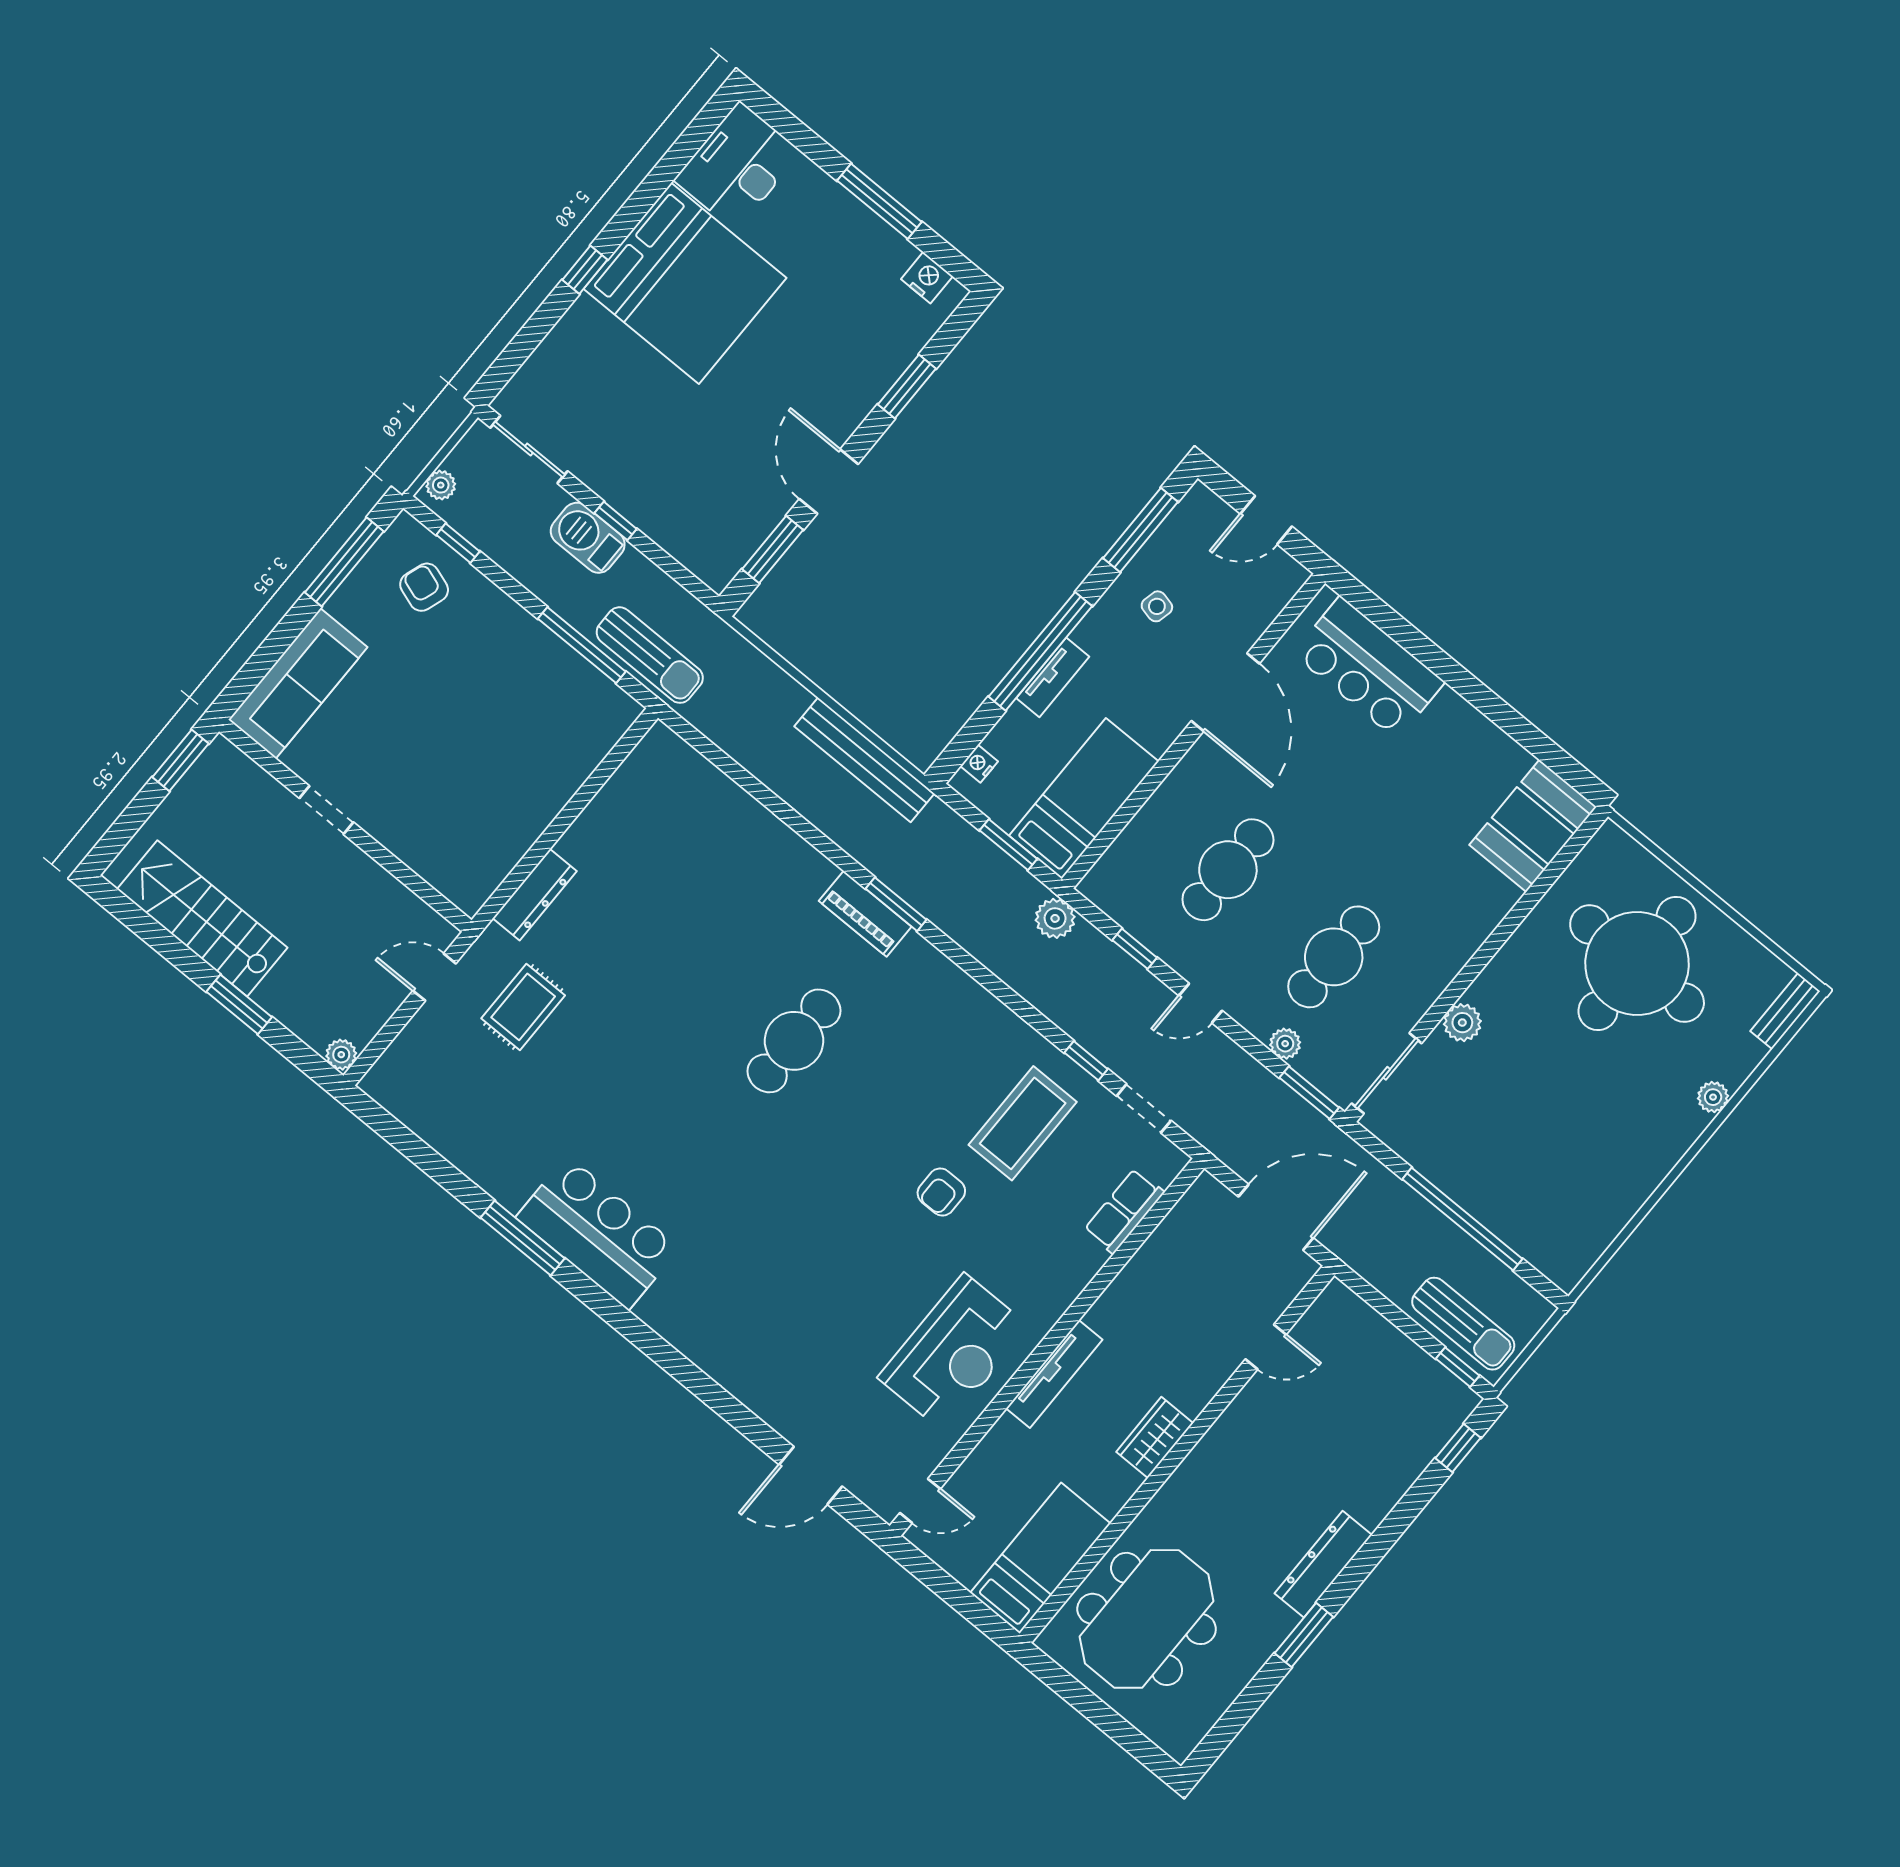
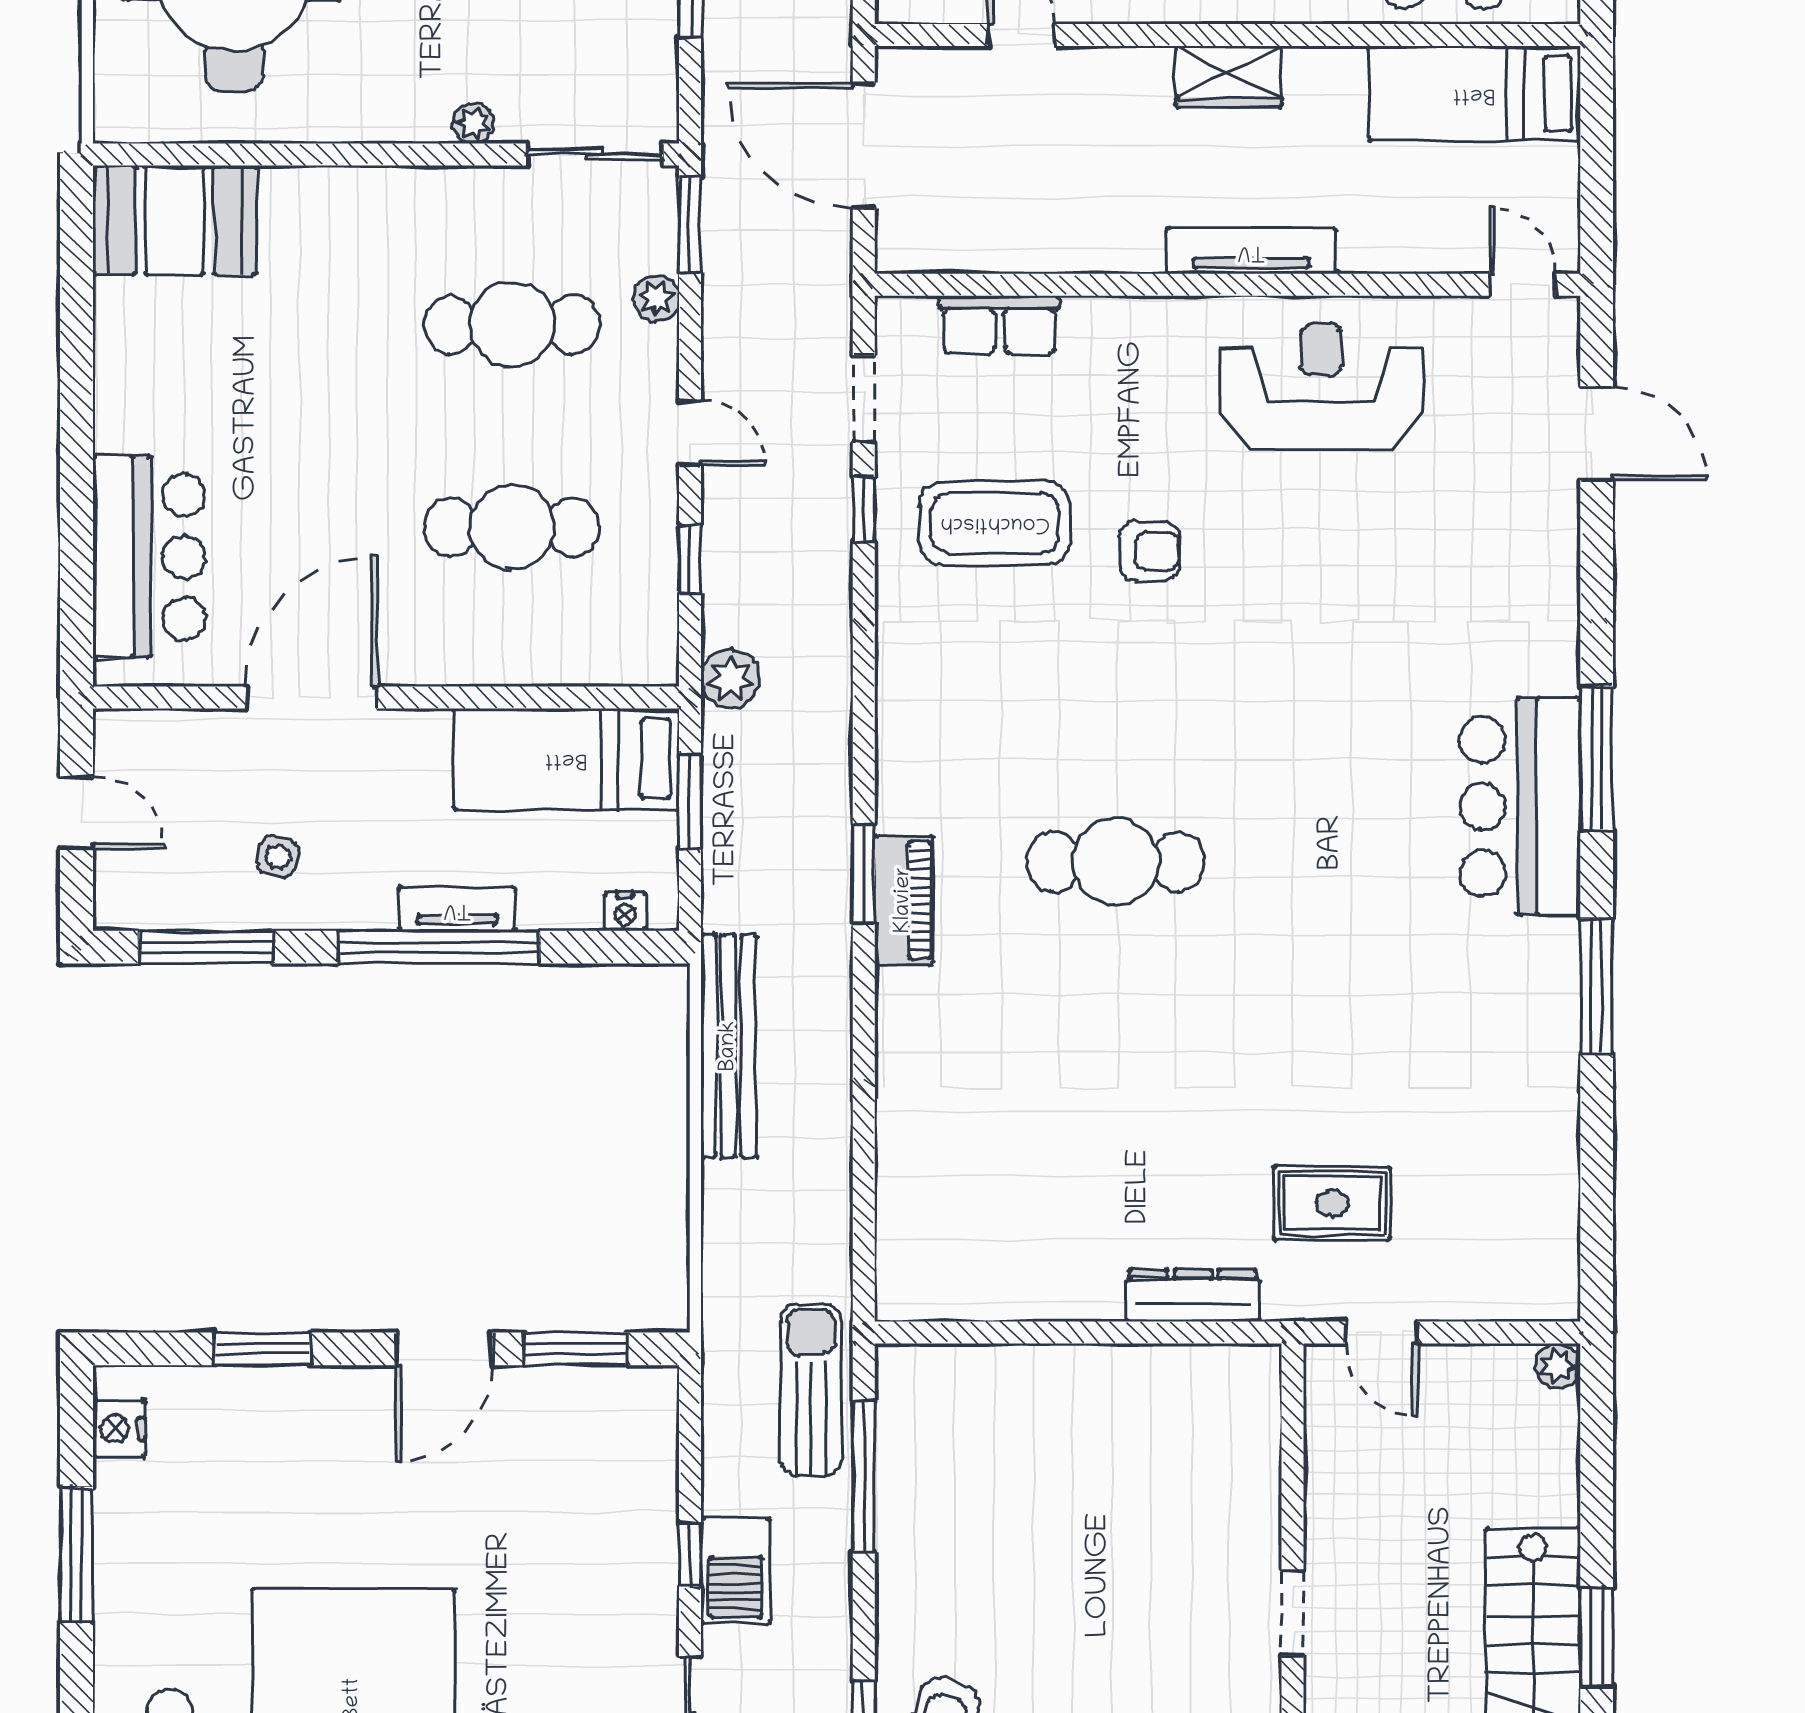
window: (239, 1004) -> (1597, 1636), moved
plant: (1462, 1023) -> (473, 123), width x0.73, depth x0.73
bar counter: (598, 1233) -> (1520, 806), moved
window: (641, 1336) -> (1597, 758), added

